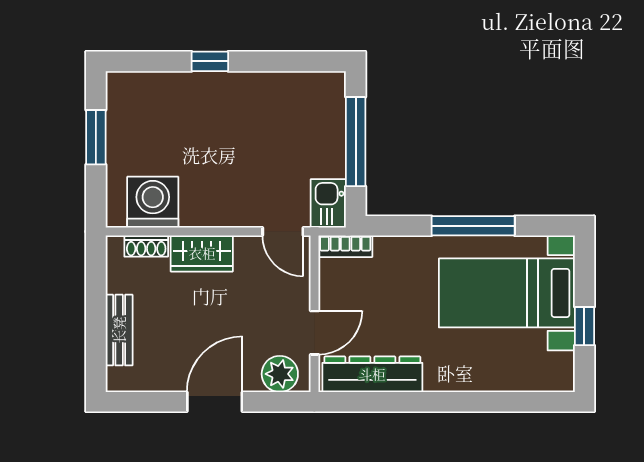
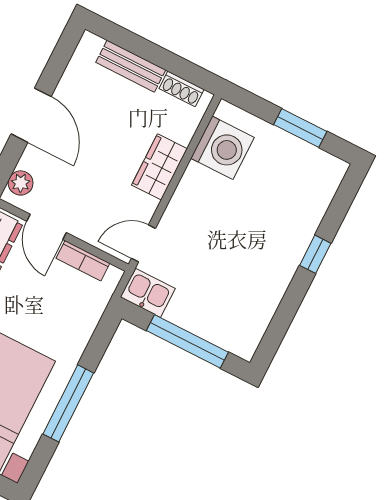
shoe rack: (146, 246) -> (182, 89), moved, turned -90
bookcase: (345, 246) -> (83, 261), moved, turned -90
plant: (280, 374) -> (21, 183), width x0.73, depth x0.73

